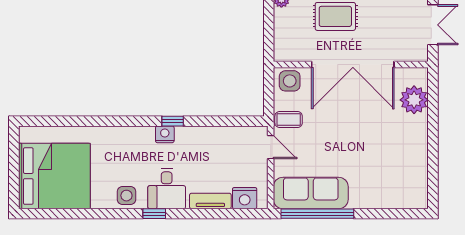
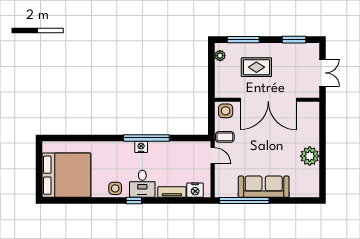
plant: (414, 100) -> (310, 156), moved
window: (173, 121) -> (146, 138), width x3.17
sofa: (311, 193) -> (264, 187), moved

